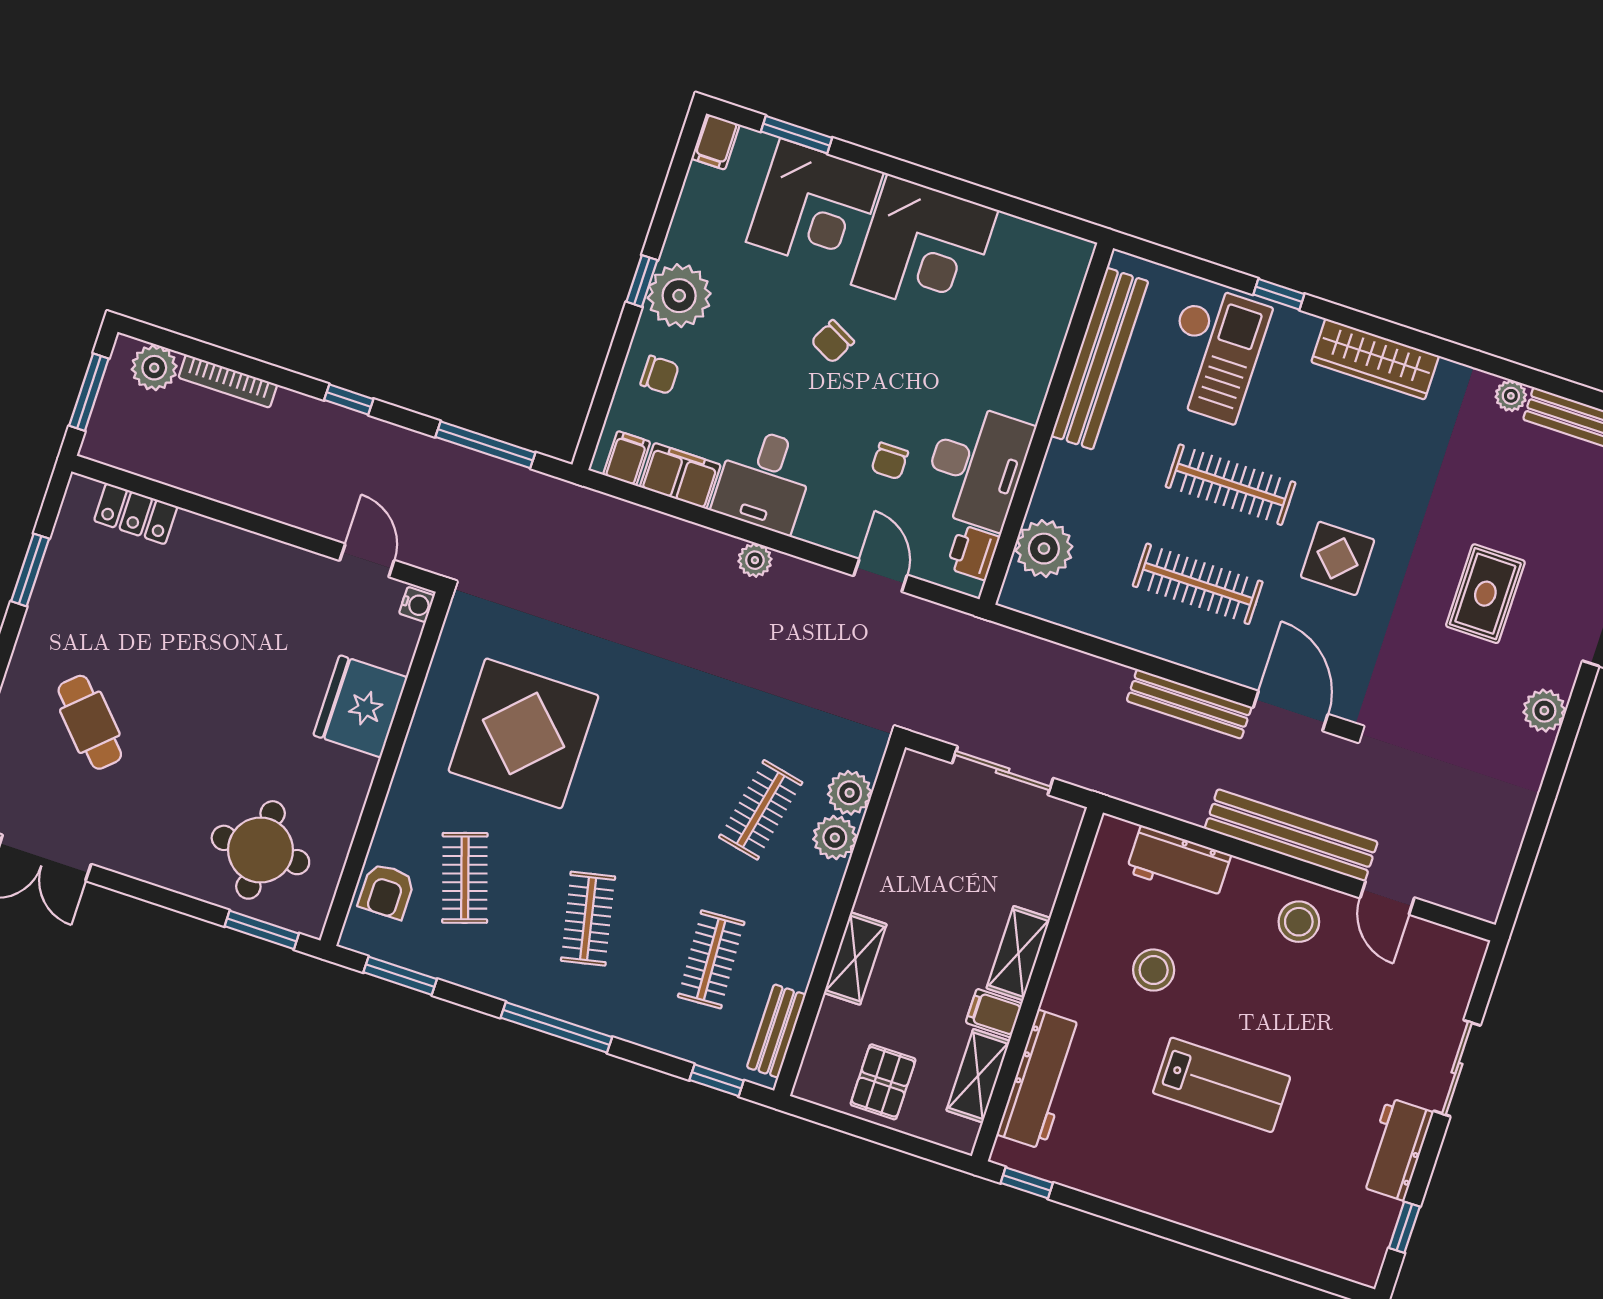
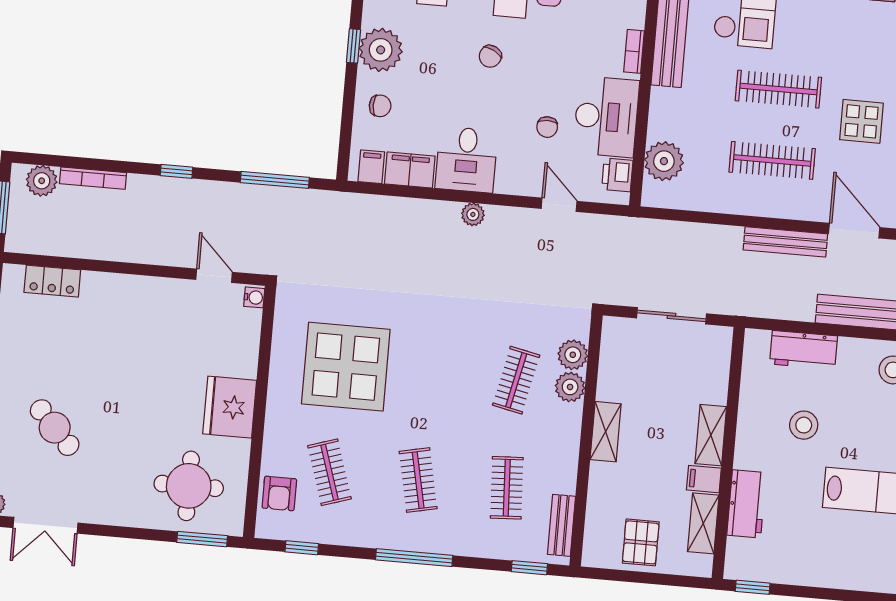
bookcase: (1038, 383) -> (634, 51), added
fridge: (360, 706) -> (230, 407), moved
shelving: (855, 959) -> (606, 432), moved
window: (400, 976) -> (302, 548), width x0.67
workbench: (1040, 1080) -> (747, 504), width x0.73

